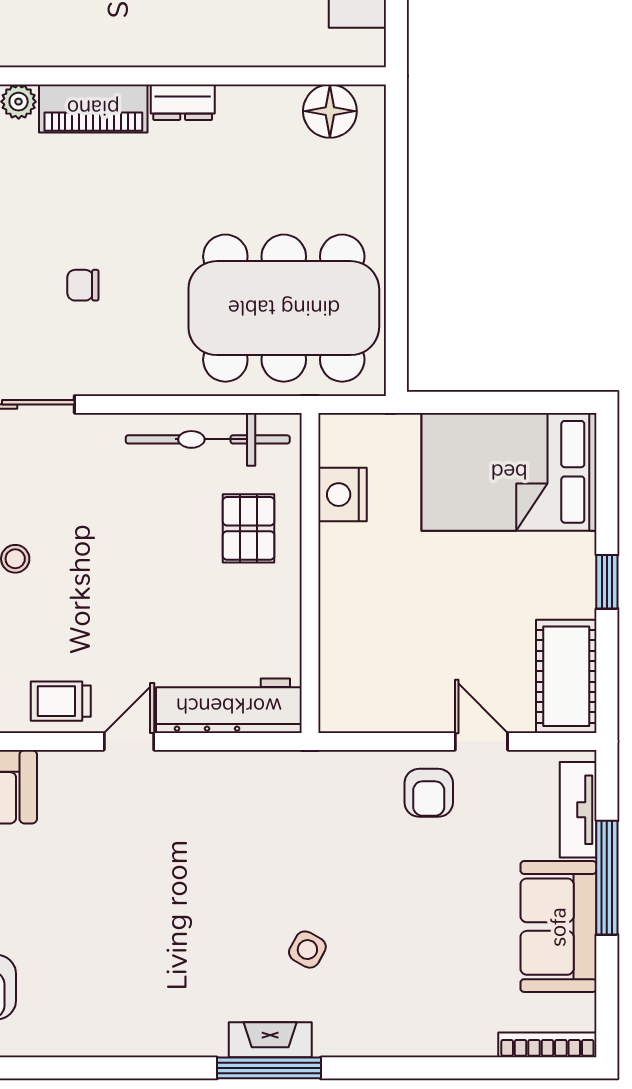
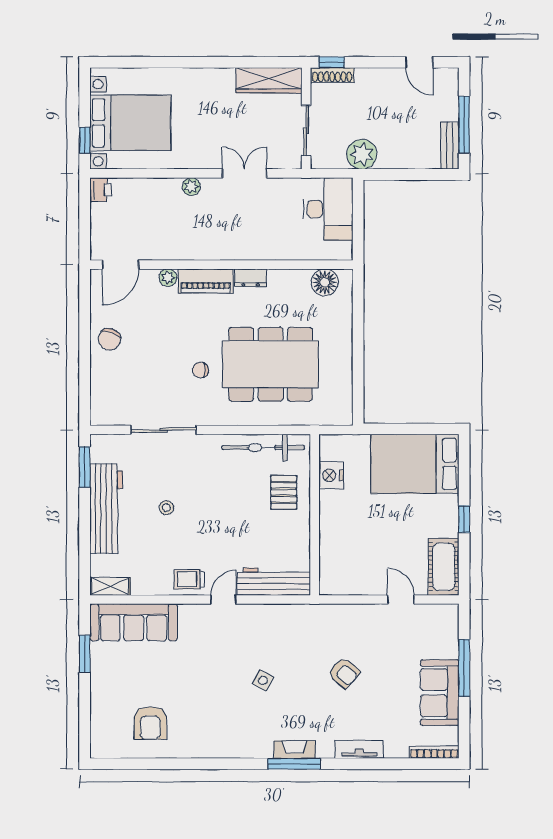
dining table: (284, 308) -> (270, 364), moved
armchair: (429, 793) -> (344, 673), moved, turned -49
tv unit: (578, 810) -> (359, 749), moved, turned 90
side table: (307, 950) -> (263, 680), moved

